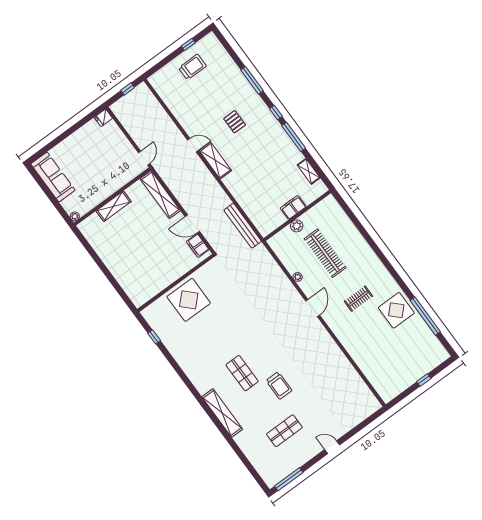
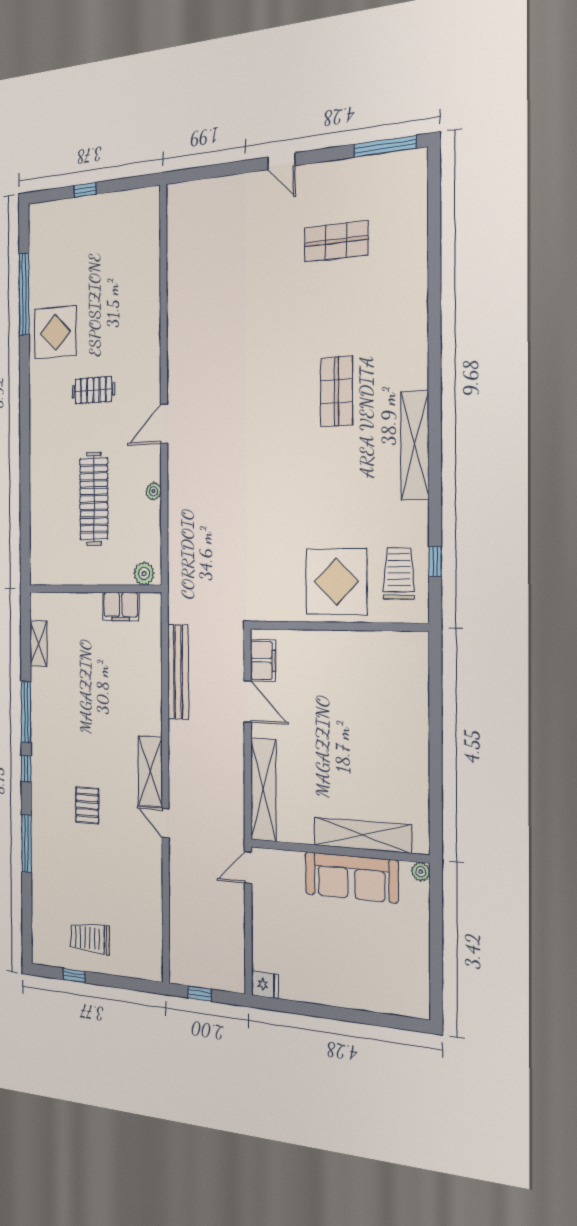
sofa: (53, 177) -> (351, 877), moved, turned -90
shelving: (114, 206) -> (362, 835), width x1.47
filing cabinet: (293, 207) -> (121, 607), moved
bench: (243, 226) -> (178, 672), moved
plant: (297, 226) -> (144, 573), moved
trolley: (279, 386) -> (399, 573), moved
shelving: (222, 413) -> (415, 445), moved

